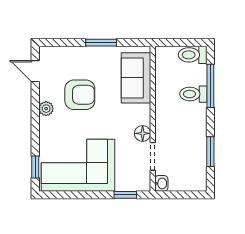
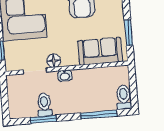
window: (101, 43) -> (128, 33), moved
toilet: (193, 94) -> (44, 105), moved
washbasin: (161, 183) -> (65, 76), moved

